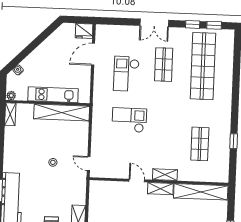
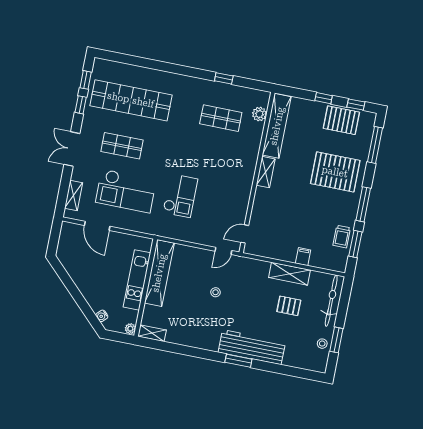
double door: (154, 23) -> (72, 149), swing flipped
fridge: (84, 31) -> (68, 232), removed
checkout: (126, 74) -> (126, 191), width x1.36, depth x1.21
checkout: (129, 120) -> (180, 196), turned 180
shelving: (165, 175) -> (74, 195), moved
plant: (208, 176) -> (259, 114), added
door: (137, 181) -> (245, 234), moved

